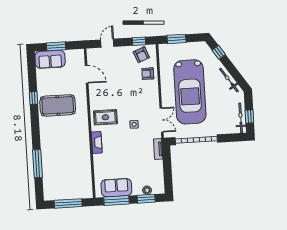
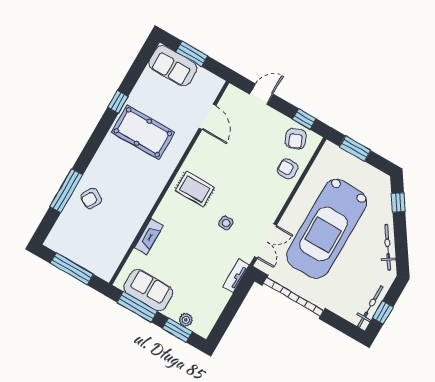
fireplace: (97, 143) -> (149, 236), moved
armchair: (54, 159) -> (91, 198), added

